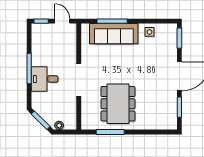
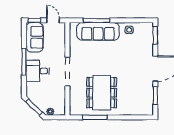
sofa: (41, 40) -> (35, 37), added

